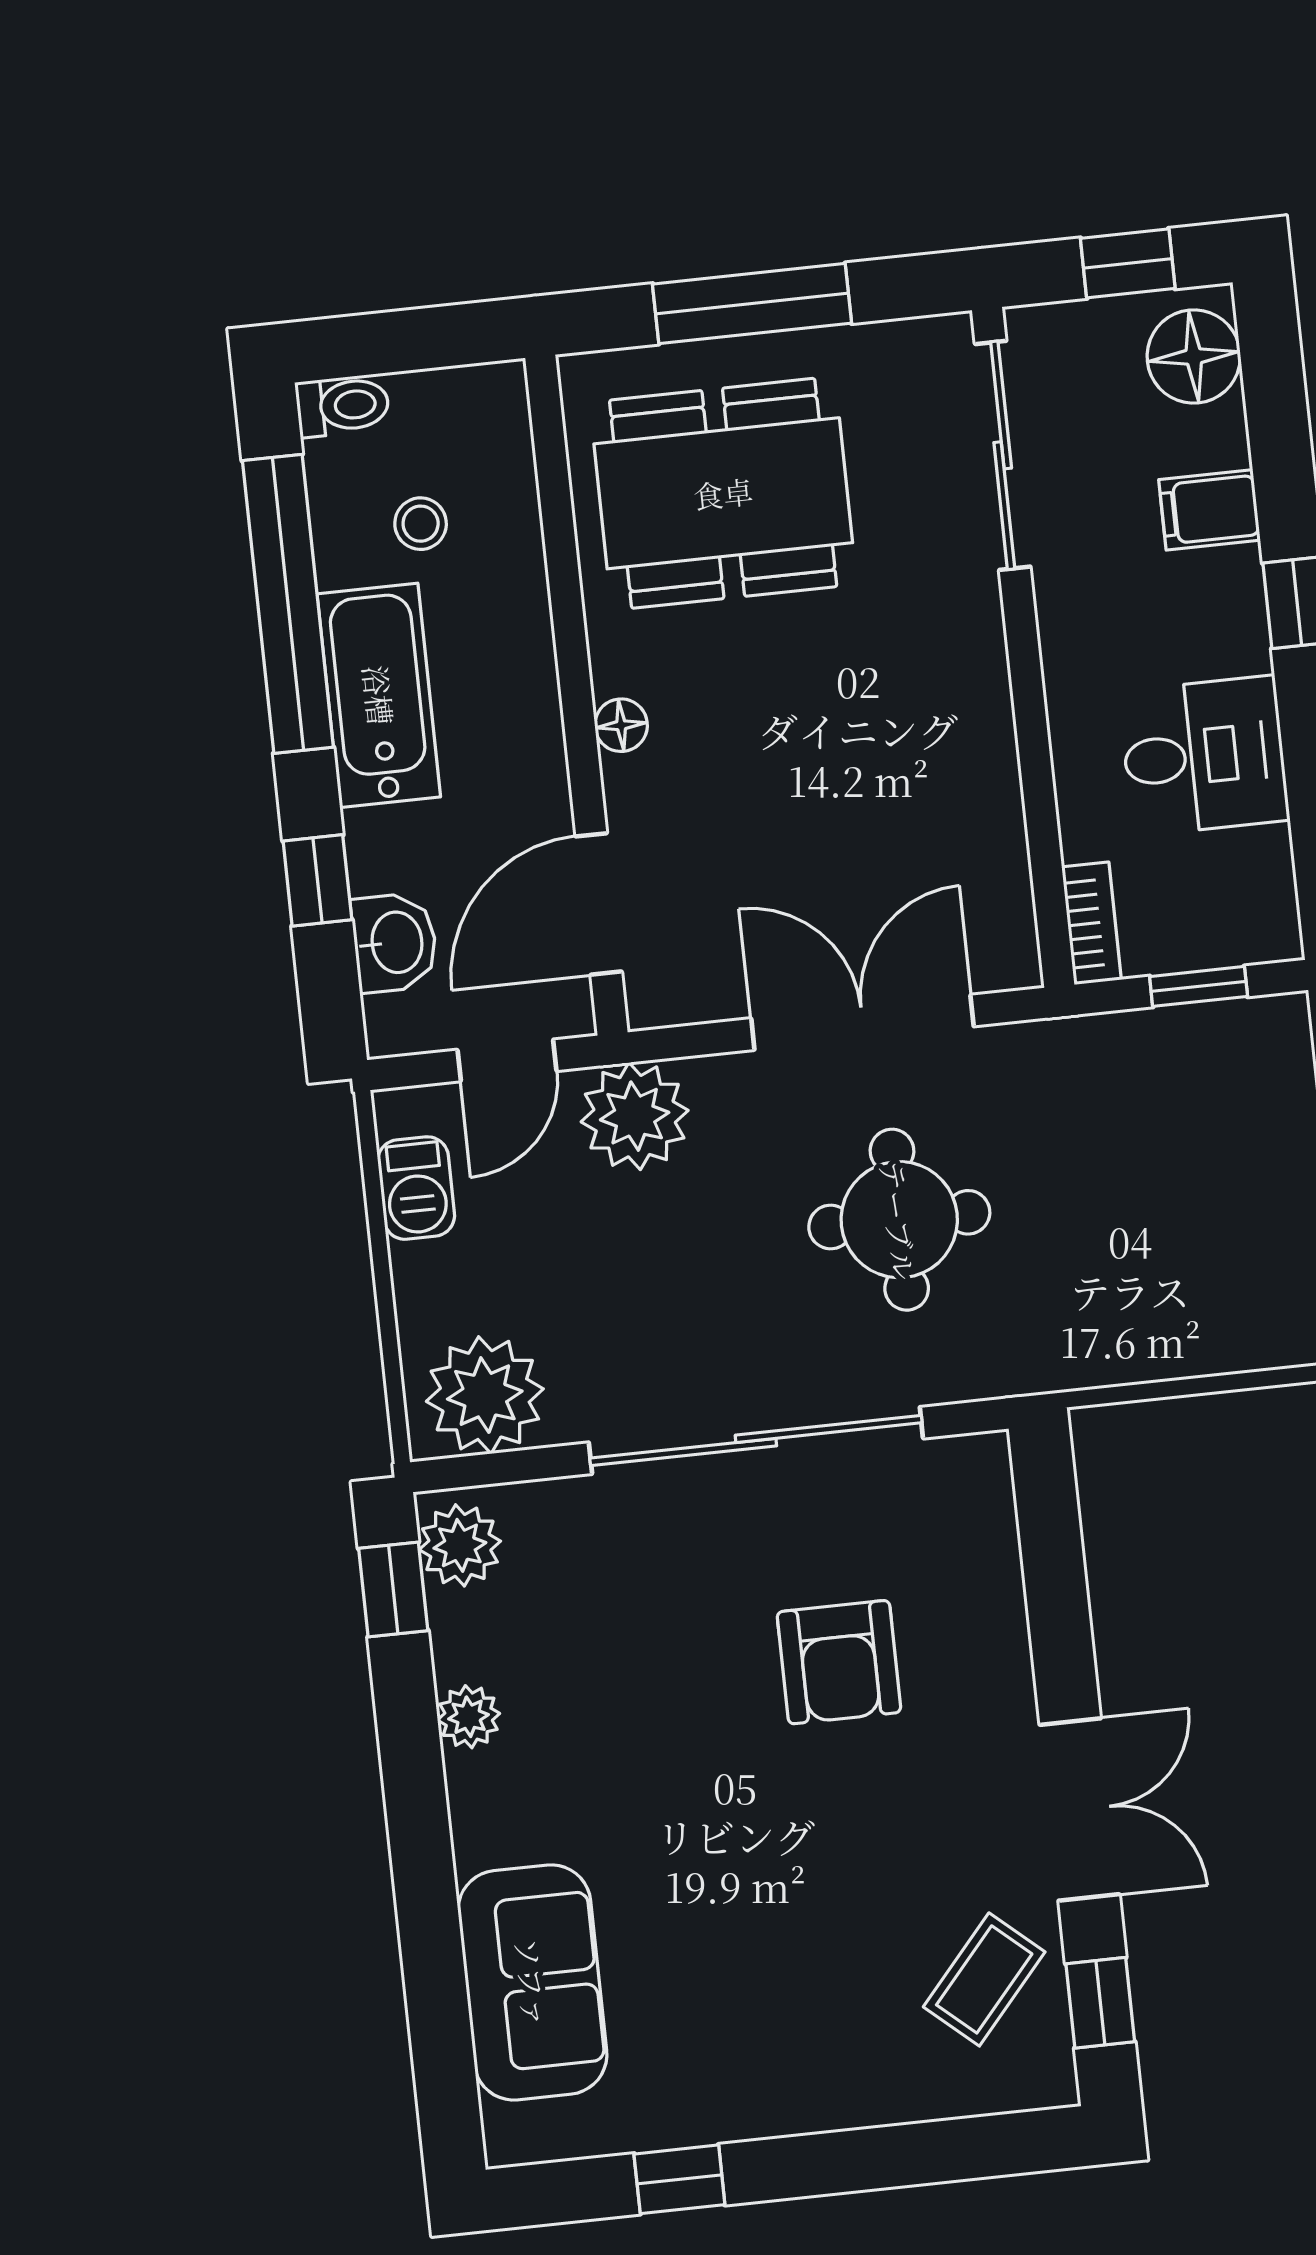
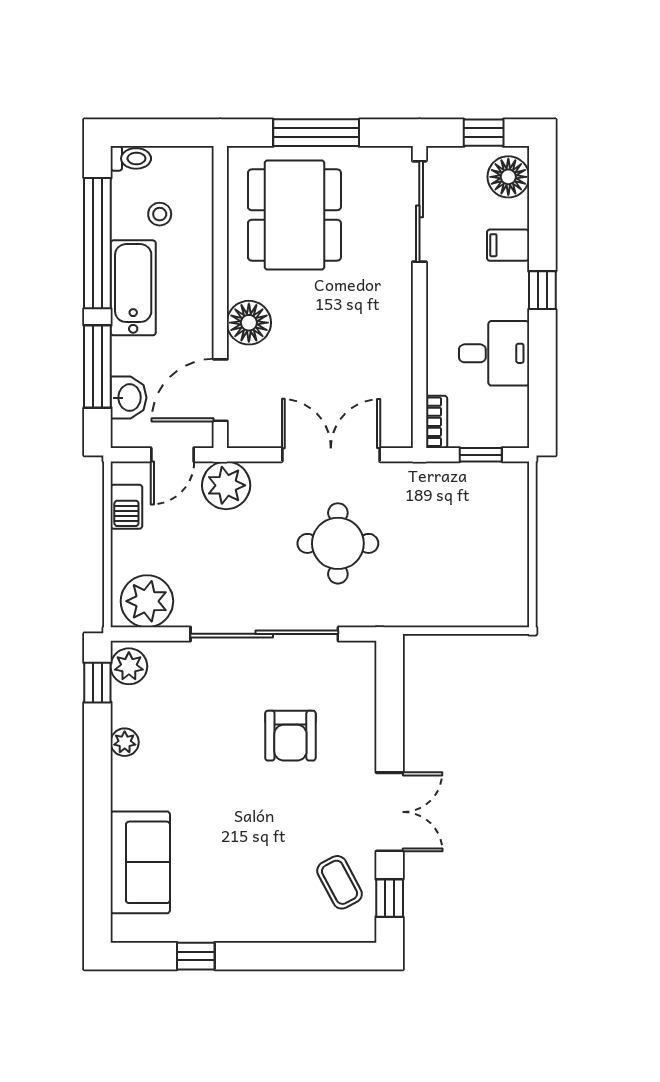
dining table: (723, 493) -> (294, 215), turned 90
floor lamp: (621, 725) -> (249, 323), width x1.89, depth x1.89
window: (317, 880) -> (97, 366), width x2.17
coffee table: (984, 1979) -> (340, 882), turned -69

